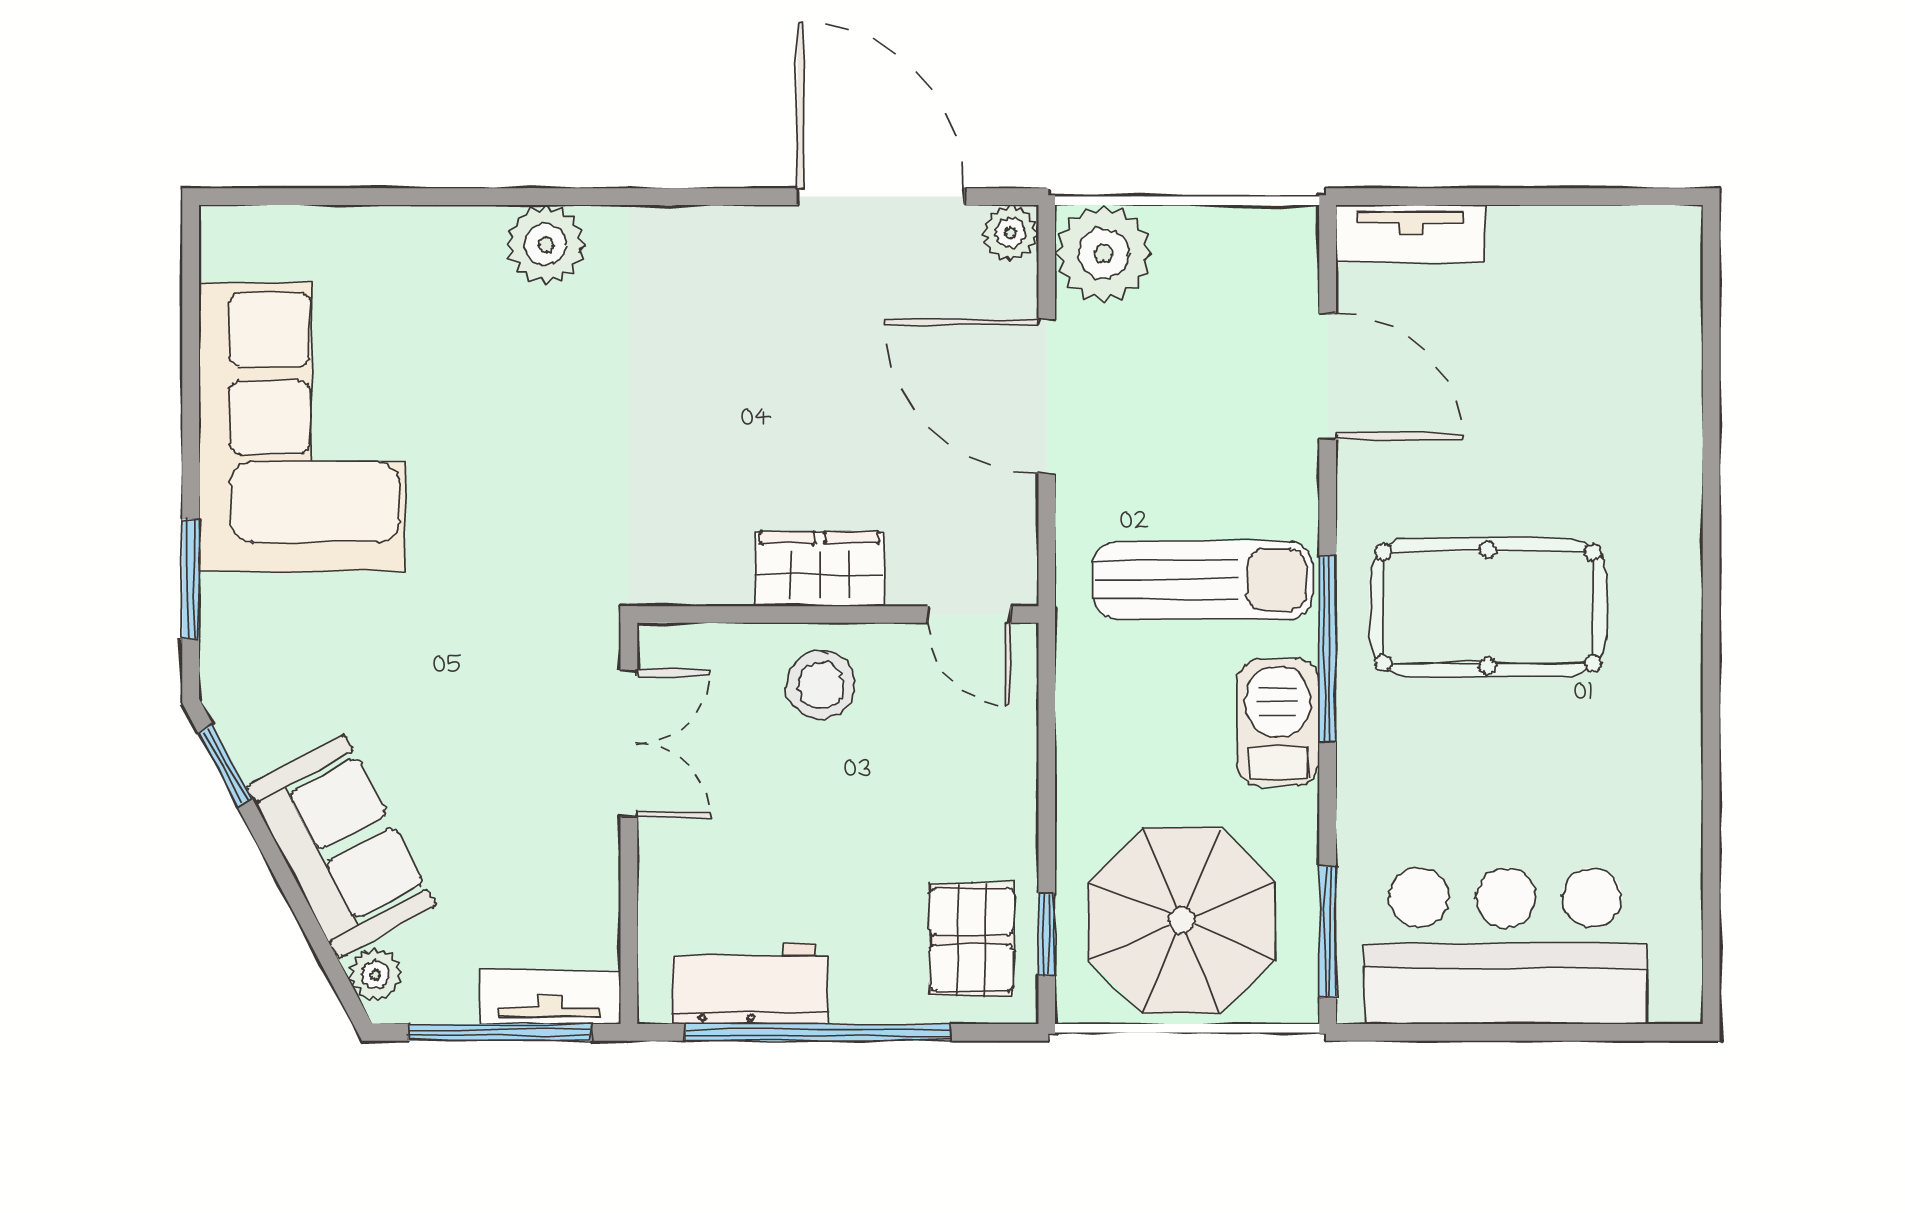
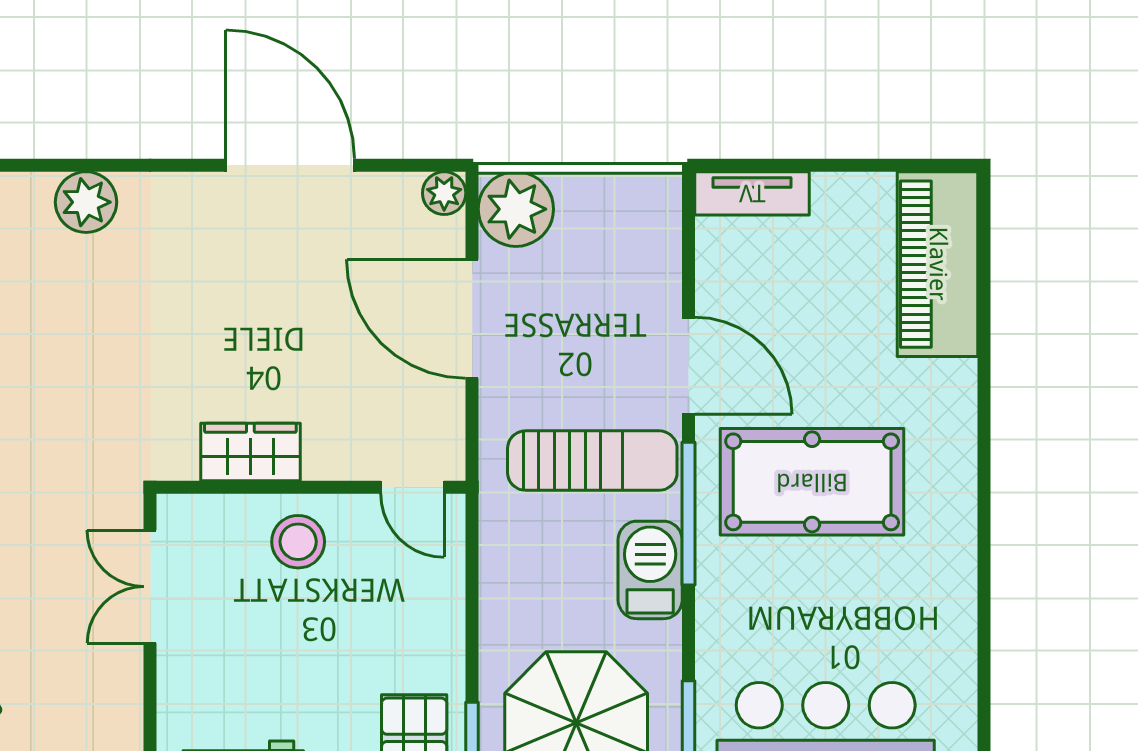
door: (881, 197) -> (290, 165), moved
piano: (1651, 325) -> (938, 264), added
door: (1328, 376) -> (688, 366), moved
wardrobe: (819, 569) -> (250, 452), moved
double door: (629, 743) -> (150, 587), swing flipped

